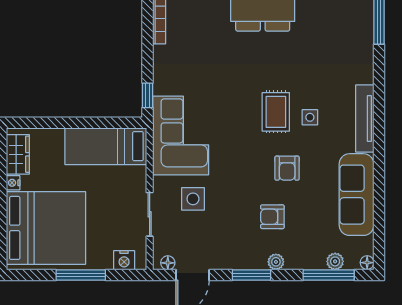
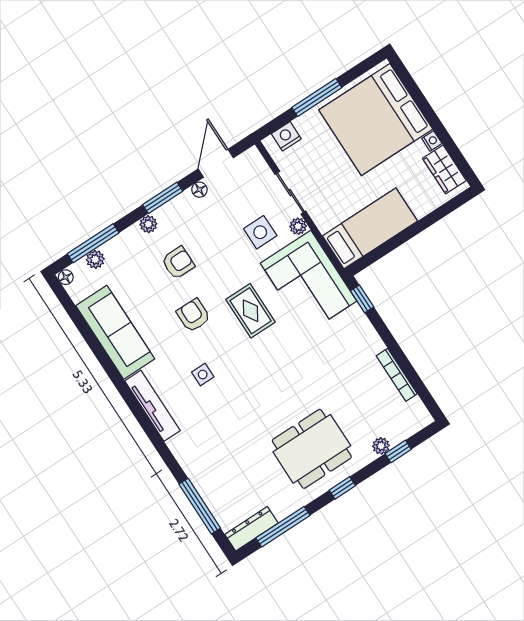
rug: (276, 112) -> (251, 311), moved
plant: (160, 184) -> (298, 226), added
floor lamp: (168, 263) -> (199, 190), moved

